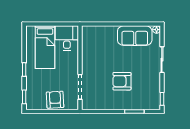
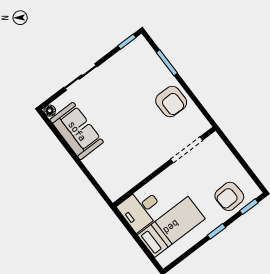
armchair: (122, 81) -> (171, 102), moved
armchair: (55, 100) -> (229, 196), moved

